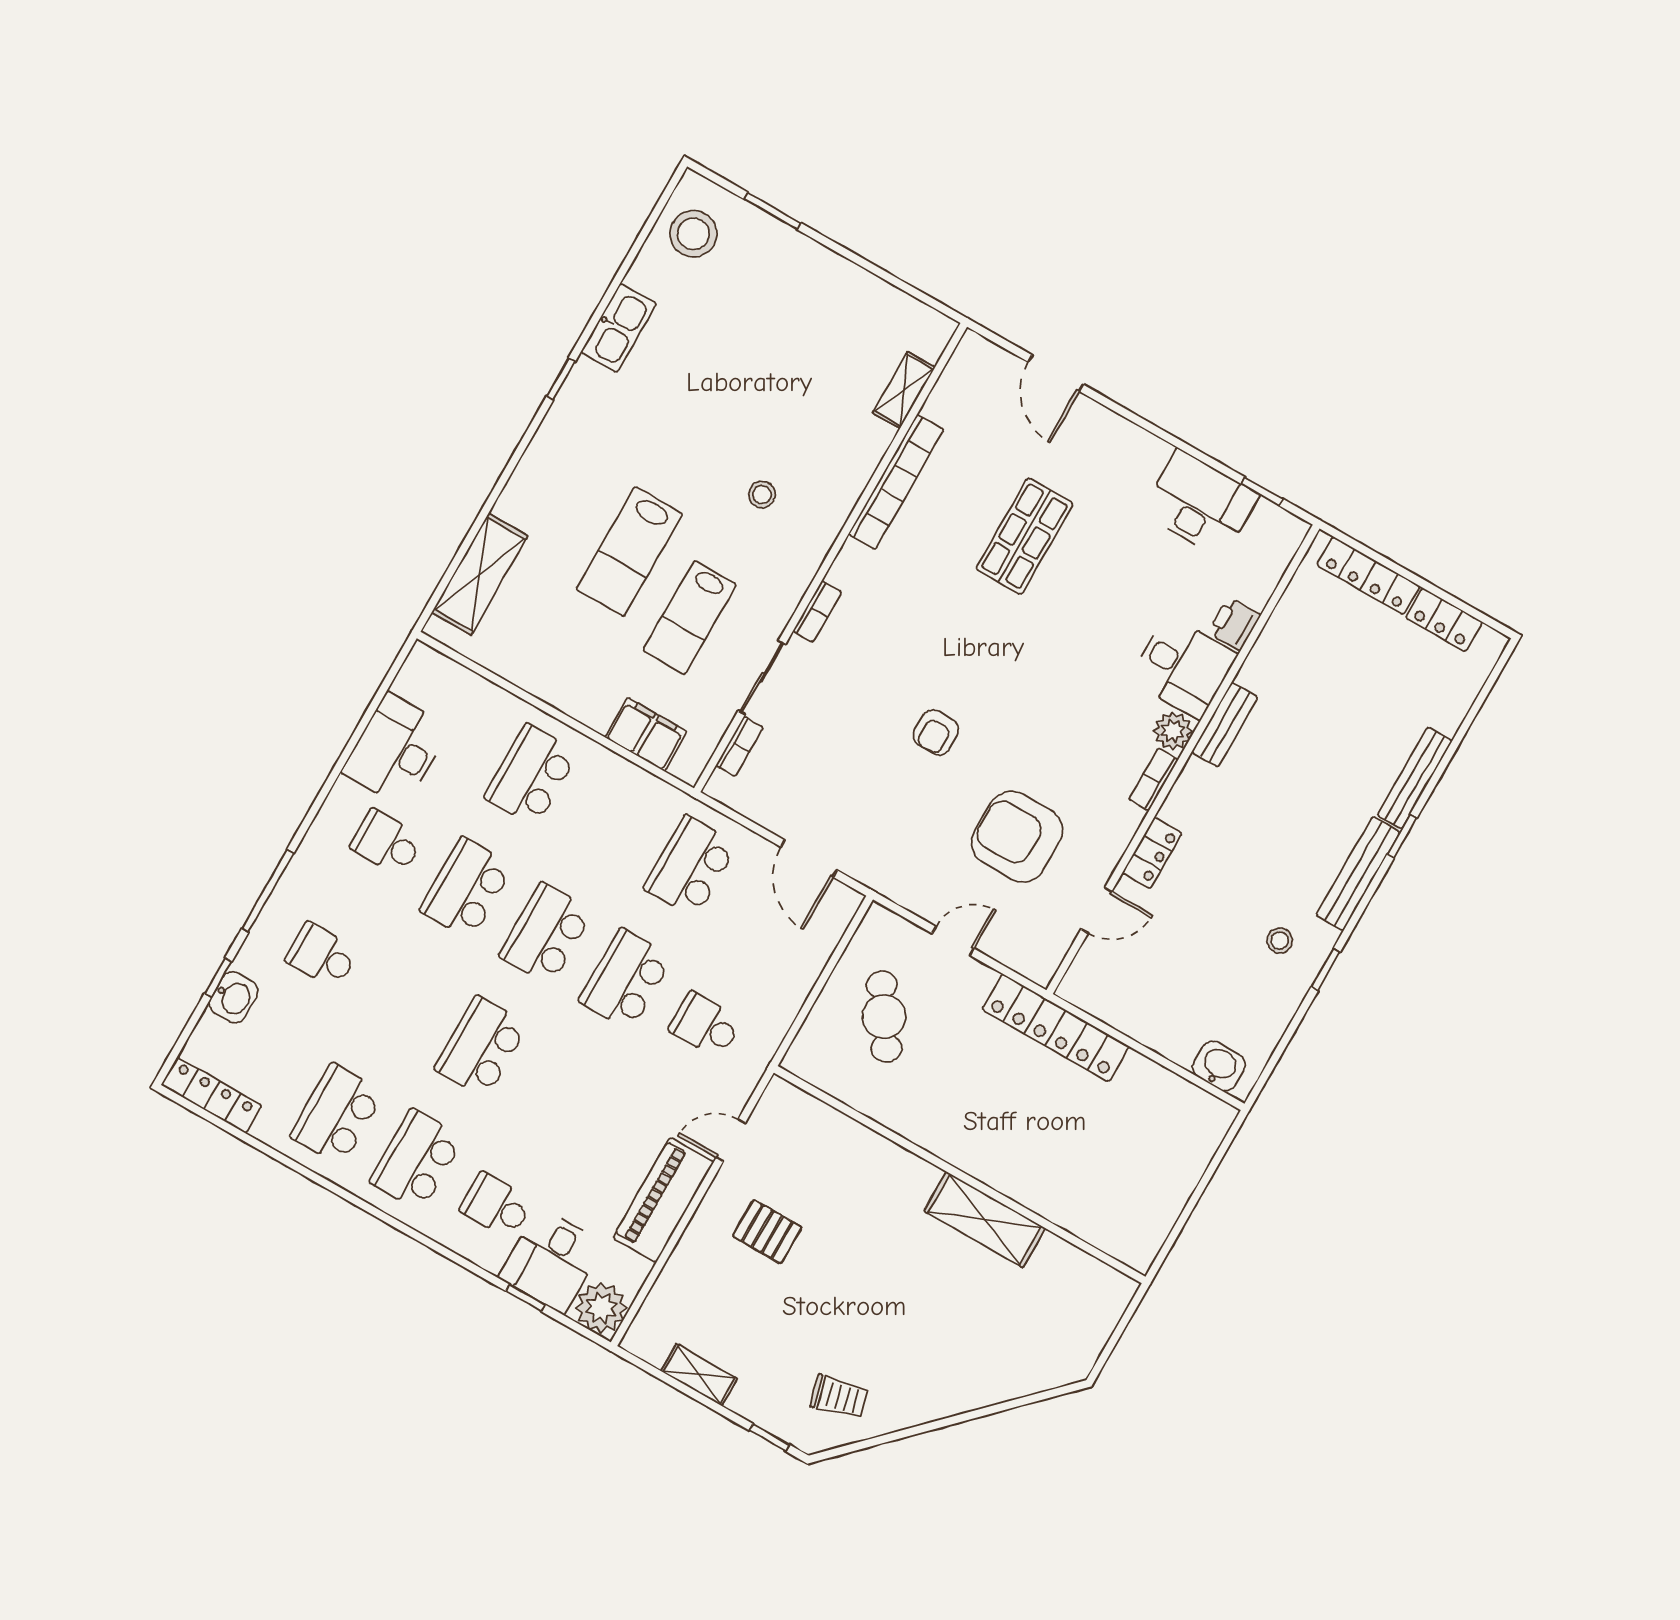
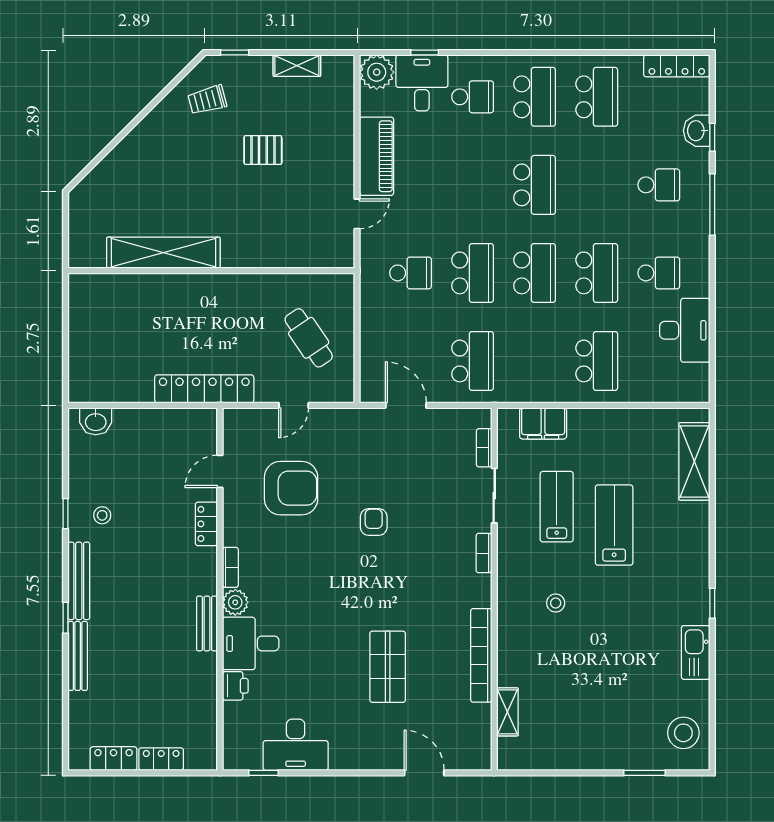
locker: (1368, 576) -> (161, 759), width x0.66
shelving: (985, 1220) -> (163, 253), width x1.47
pallet: (767, 1232) -> (263, 150), moved

